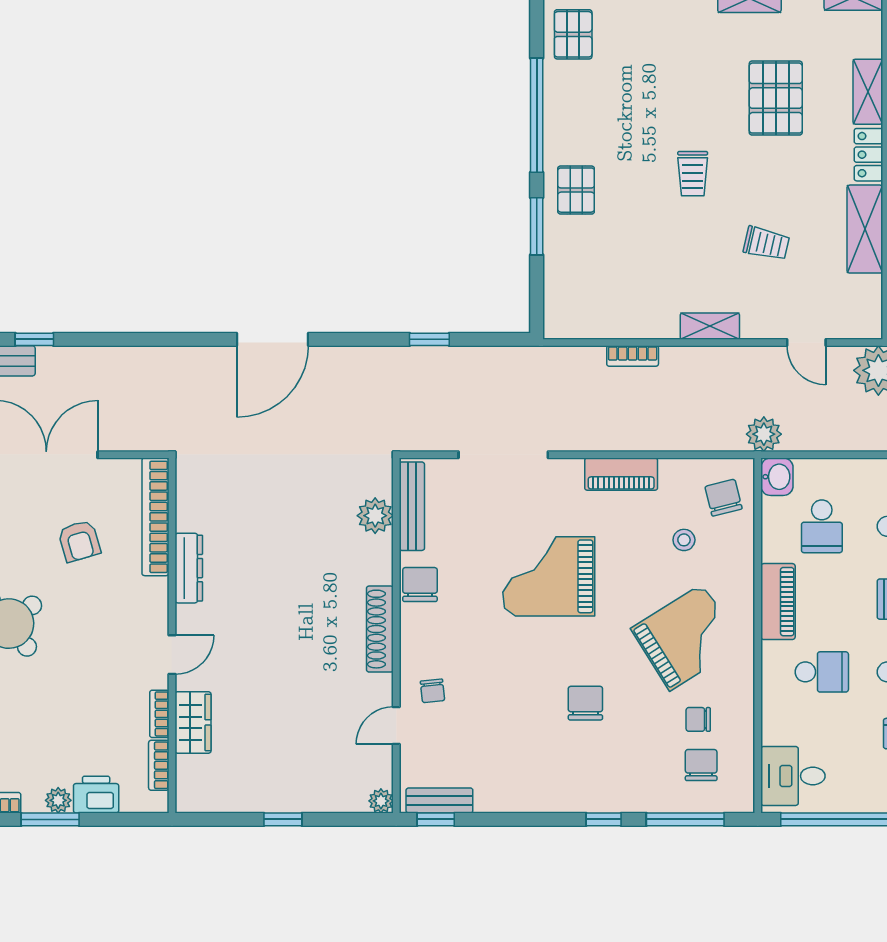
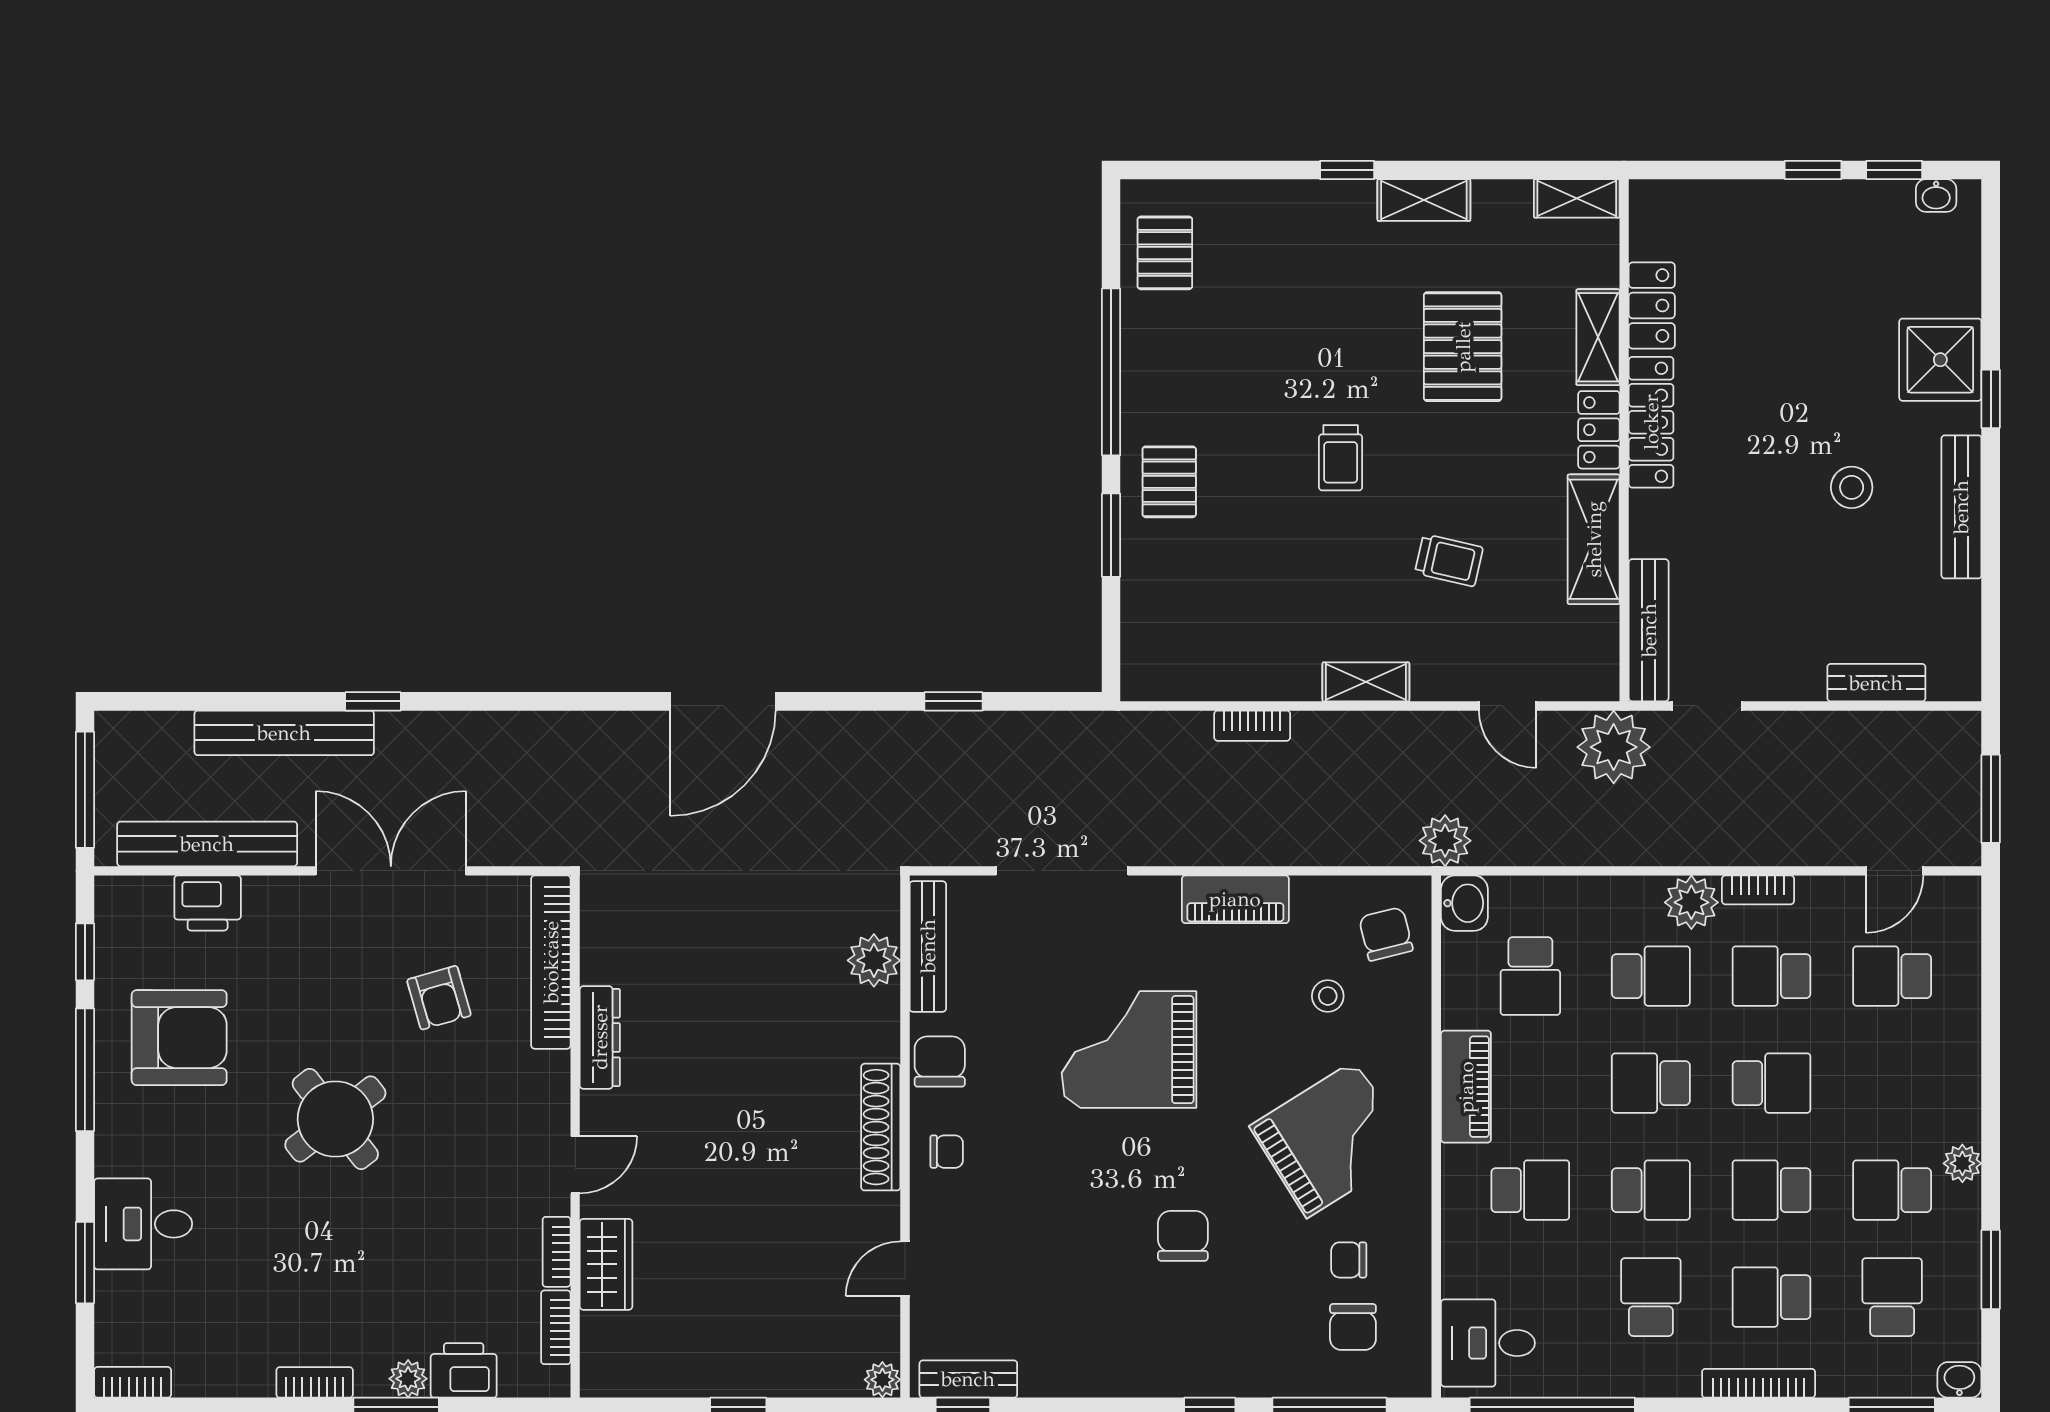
chair: (433, 691) -> (947, 1152), moved, turned -84
chair: (701, 765) -> (1353, 1327), turned 180

